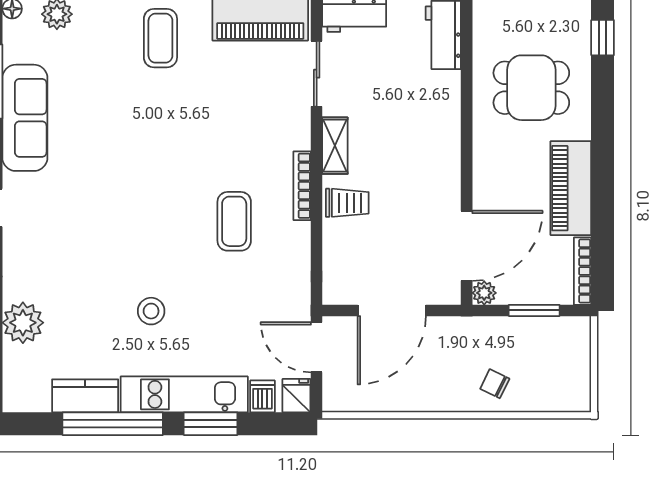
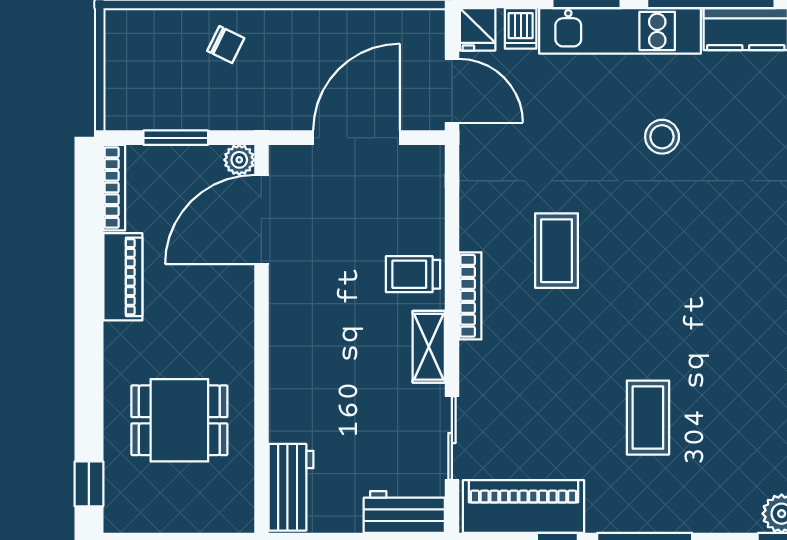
coffee table: (160, 38) -> (648, 418), moved
piano: (571, 188) -> (123, 277), width x0.73, depth x0.75

